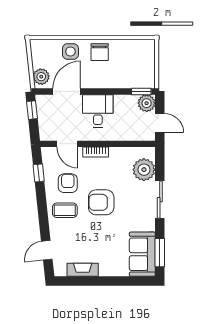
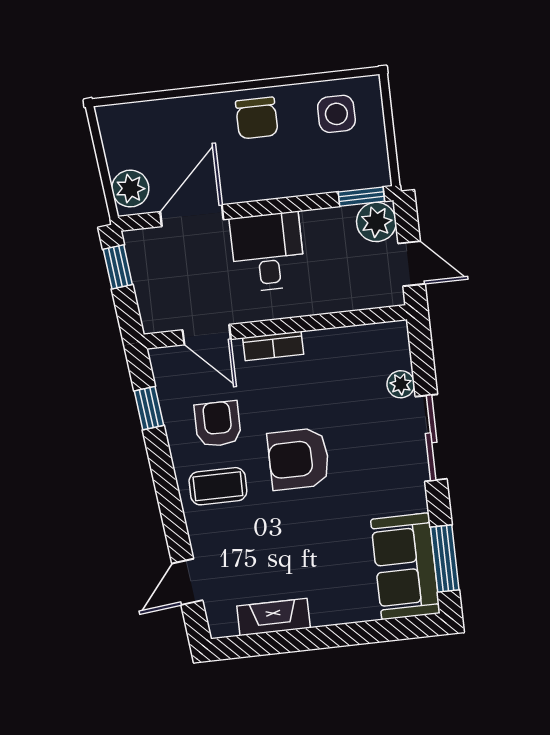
side table: (70, 51) -> (336, 114), moved
plant: (144, 170) -> (401, 384), width x0.53, depth x0.53

